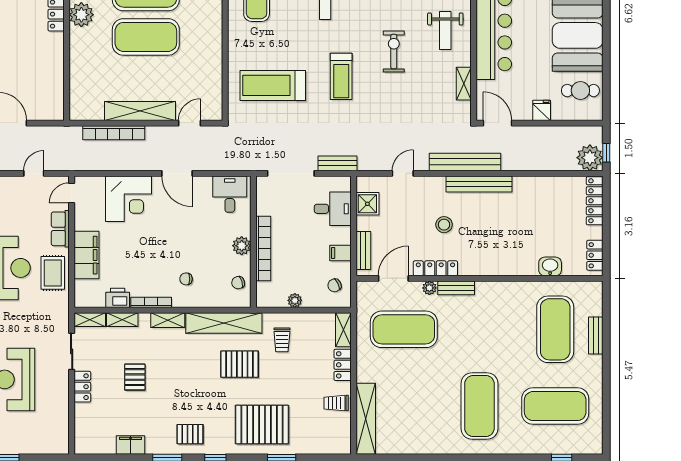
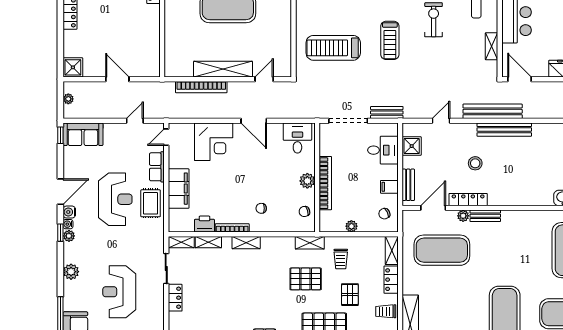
shelving: (224, 323) -> (310, 243), width x0.45, depth x0.75
pallet: (135, 377) -> (350, 295), moved

